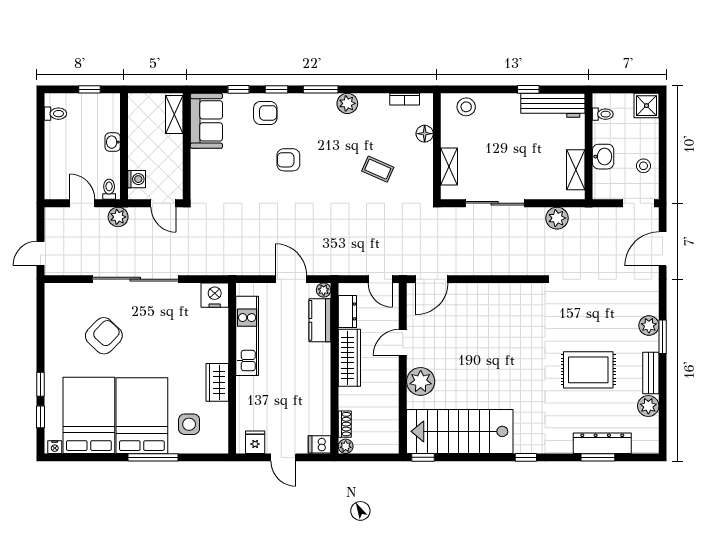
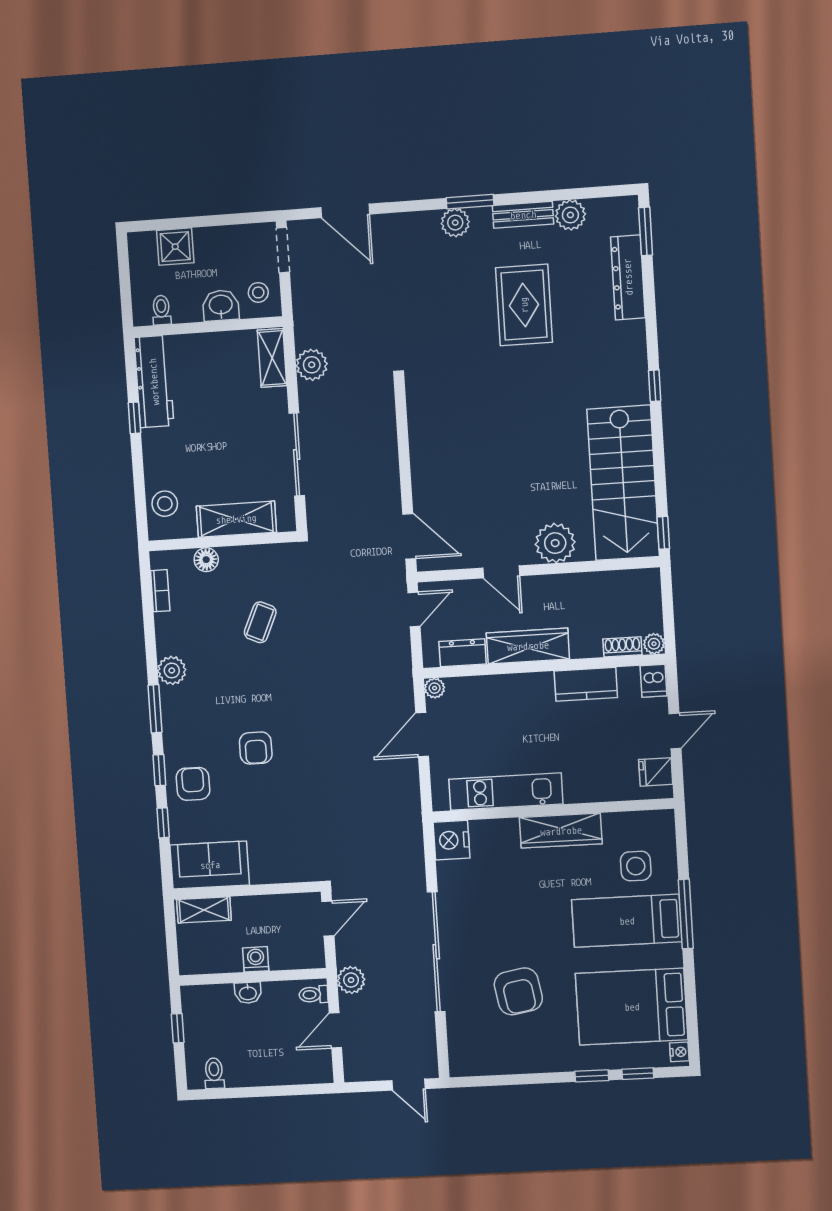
shower: (646, 106) -> (175, 247), moved
shelving: (449, 166) -> (236, 519), width x1.50, depth x1.33
stool: (643, 166) -> (258, 292), moved
shelving: (576, 170) -> (272, 358), moved, turned 90
washing machine: (137, 179) -> (256, 959), moved
kitchen counter: (320, 320) -> (586, 684), moved
armchair: (104, 336) -> (518, 991), turned -144
wardrobe: (217, 382) -> (561, 831), width x1.50
bed: (142, 416) -> (627, 921), width x0.67
window: (598, 457) -> (646, 231), moved

